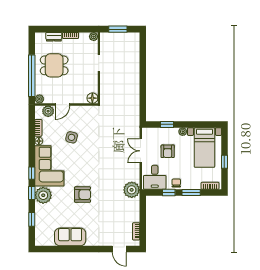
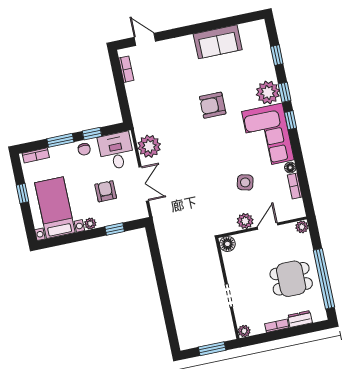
window: (32, 76) -> (324, 279), moved
plant: (48, 111) -> (245, 221), moved
plant: (132, 190) -> (149, 146), moved

